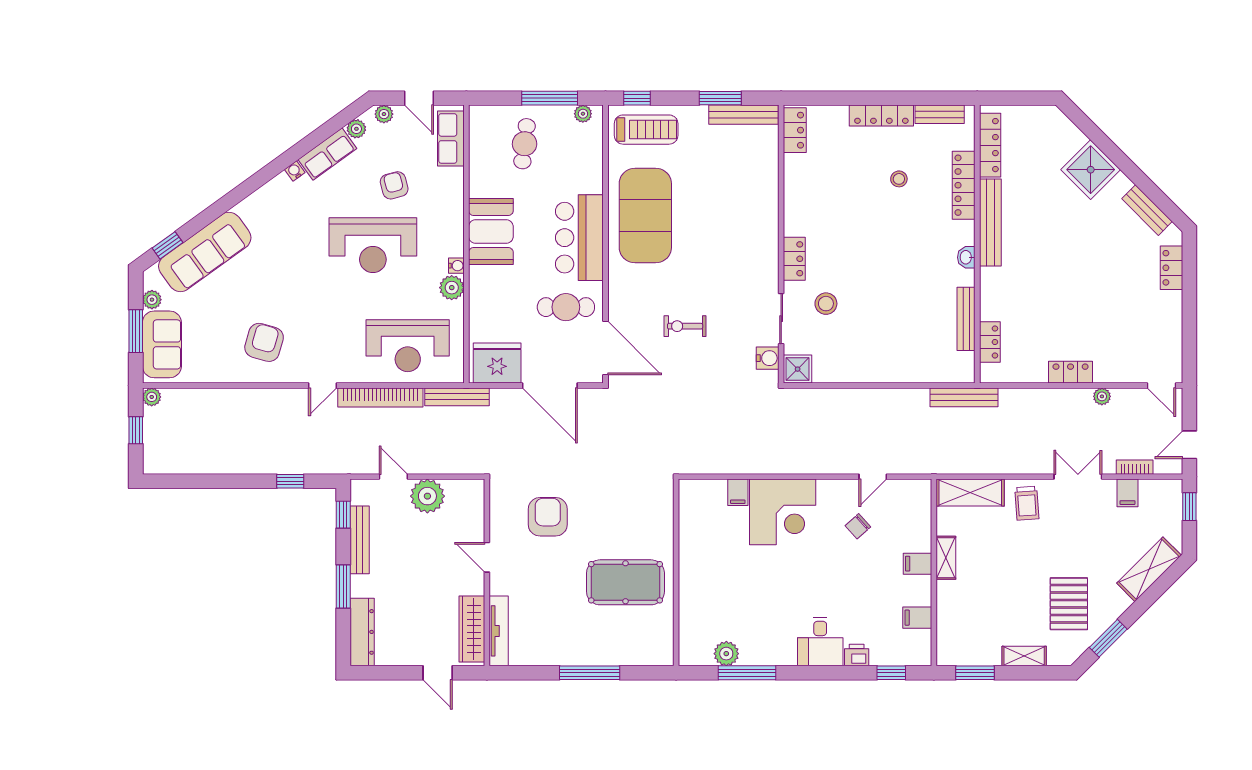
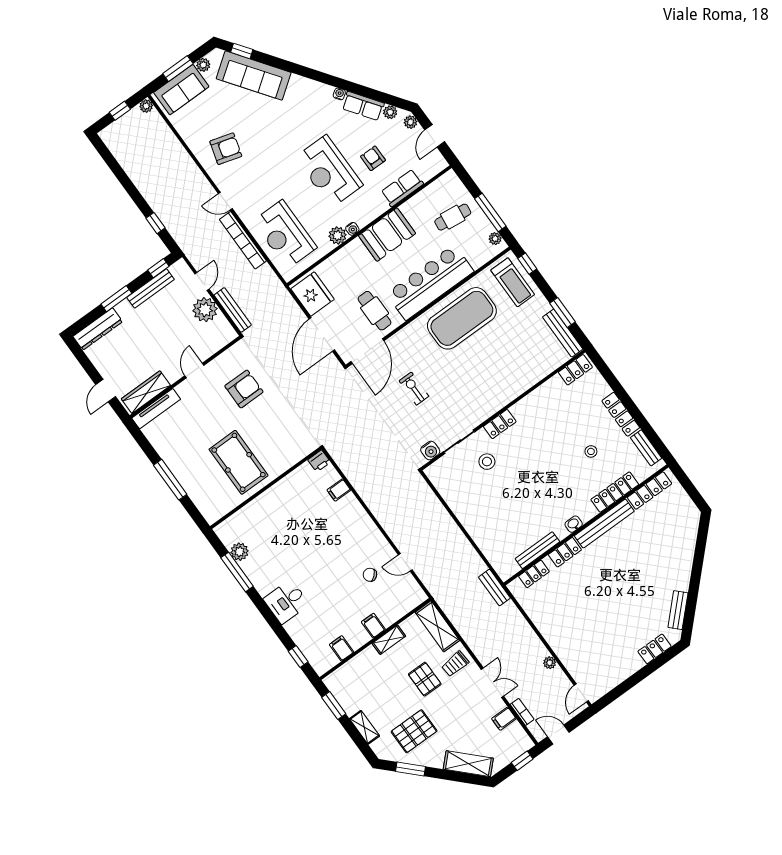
row of seats: (451, 138) -> (402, 188), moved
shower: (1091, 170) -> (678, 560), removed
armchair: (394, 185) -> (373, 158), turned -75
bar counter: (579, 238) -> (430, 282), width x1.36
shower: (798, 369) -> (437, 473), removed
locker: (1071, 372) -> (565, 552), moved, turned 90
bench: (457, 397) -> (233, 310), moved
bench: (964, 397) -> (494, 588), width x0.73
corner desk: (783, 512) -> (346, 525), removed
pallet: (1019, 550) -> (425, 679), added
printer: (857, 655) -> (319, 461), moved, turned 90

